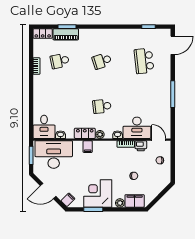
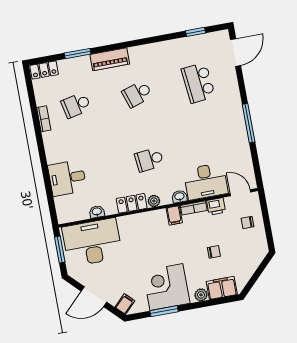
piano: (66, 34) -> (110, 59), moved
desk: (44, 127) -> (67, 178), moved, turned 90
filing cabinet: (88, 147) -> (174, 215), moved

